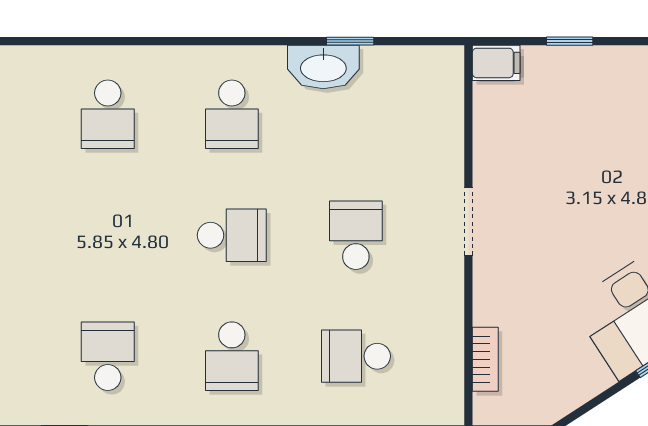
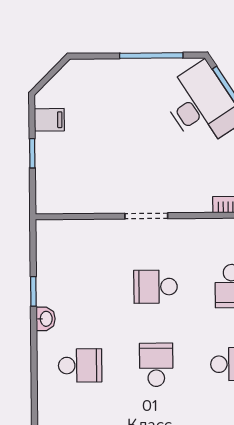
filing cabinet: (496, 63) -> (49, 120), moved, turned 90
washbasin: (323, 67) -> (46, 319), width x0.52, depth x0.69

